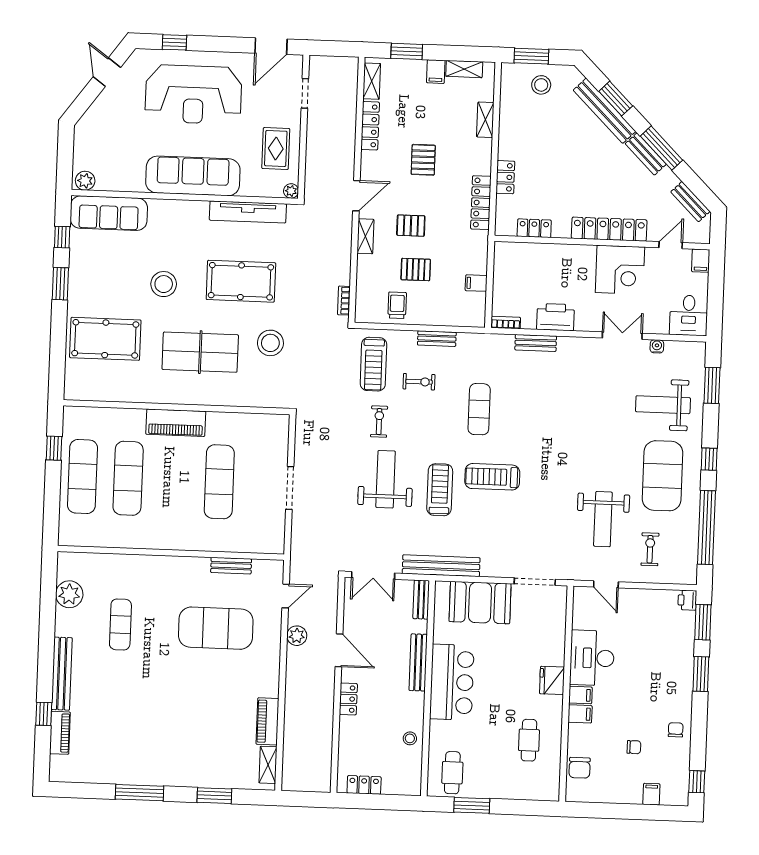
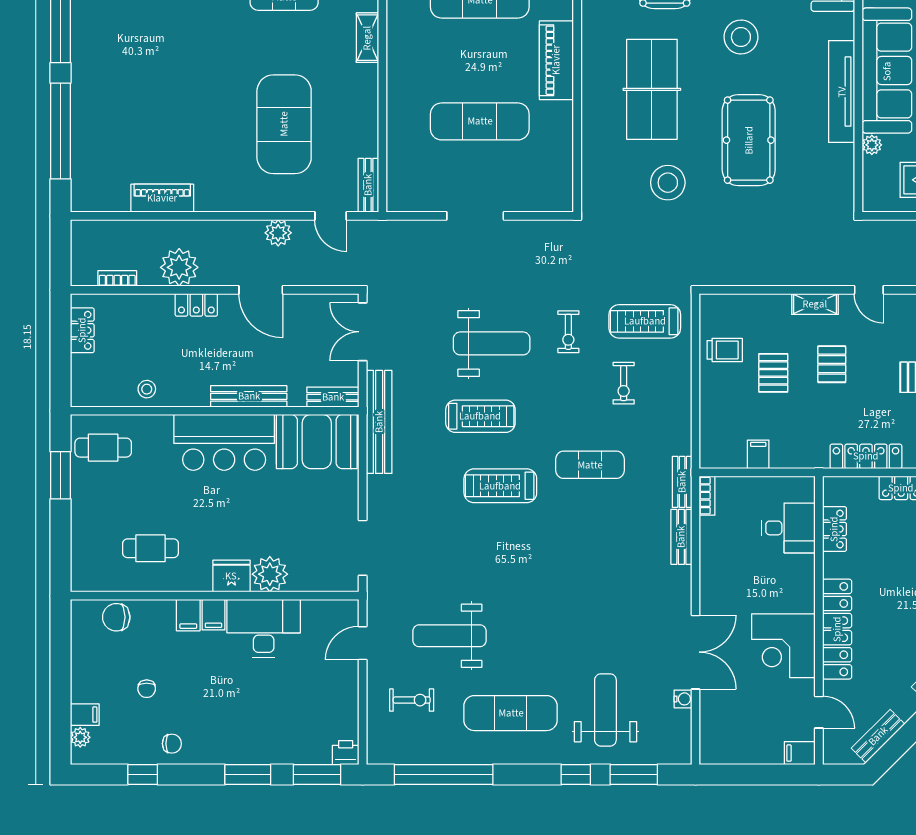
plant: (291, 191) -> (872, 145), moved
door: (356, 196) -> (869, 290), width x0.73
tv unit: (248, 212) -> (842, 92), moved
bookcase: (344, 301) -> (117, 278), moved
desk: (689, 315) -> (788, 528), moved, turned 180
printer: (555, 317) -> (717, 562), removed
double door: (622, 336) -> (696, 652), width x1.37
bench: (437, 339) -> (682, 482), moved
exercise bike: (379, 422) -> (568, 332), turned 90
window: (709, 459) -> (576, 775), moved
exercise mat: (663, 476) -> (511, 713), width x0.68
treadmill: (492, 477) -> (500, 486), turned -90
bench: (231, 566) -> (368, 185), moved
booth: (480, 603) -> (317, 442), moved, turned 90
door: (339, 650) -> (261, 290), hinge flipped
plant: (552, 652) -> (270, 574), added
plant: (320, 711) -> (179, 267), added
shelving: (268, 765) -> (367, 38), moved, turned 90
window: (697, 782) -> (143, 775), moved
window: (214, 796) -> (60, 131), width x2.11
plant: (668, 798) -> (80, 737), added

